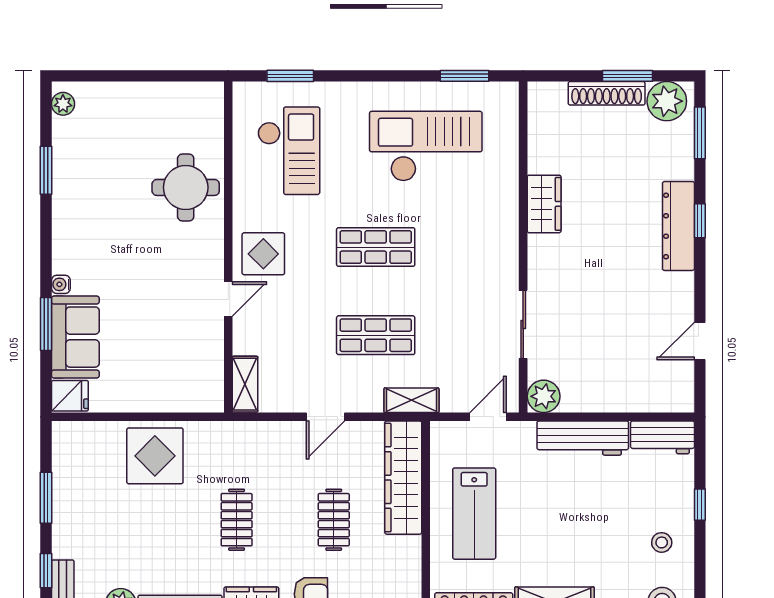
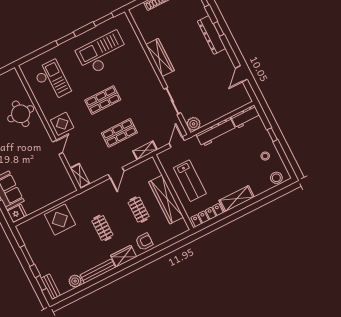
window: (290, 76) -> (66, 39), moved
wardrobe: (544, 204) -> (160, 57), width x1.50
wardrobe: (403, 478) -> (166, 200), moved

